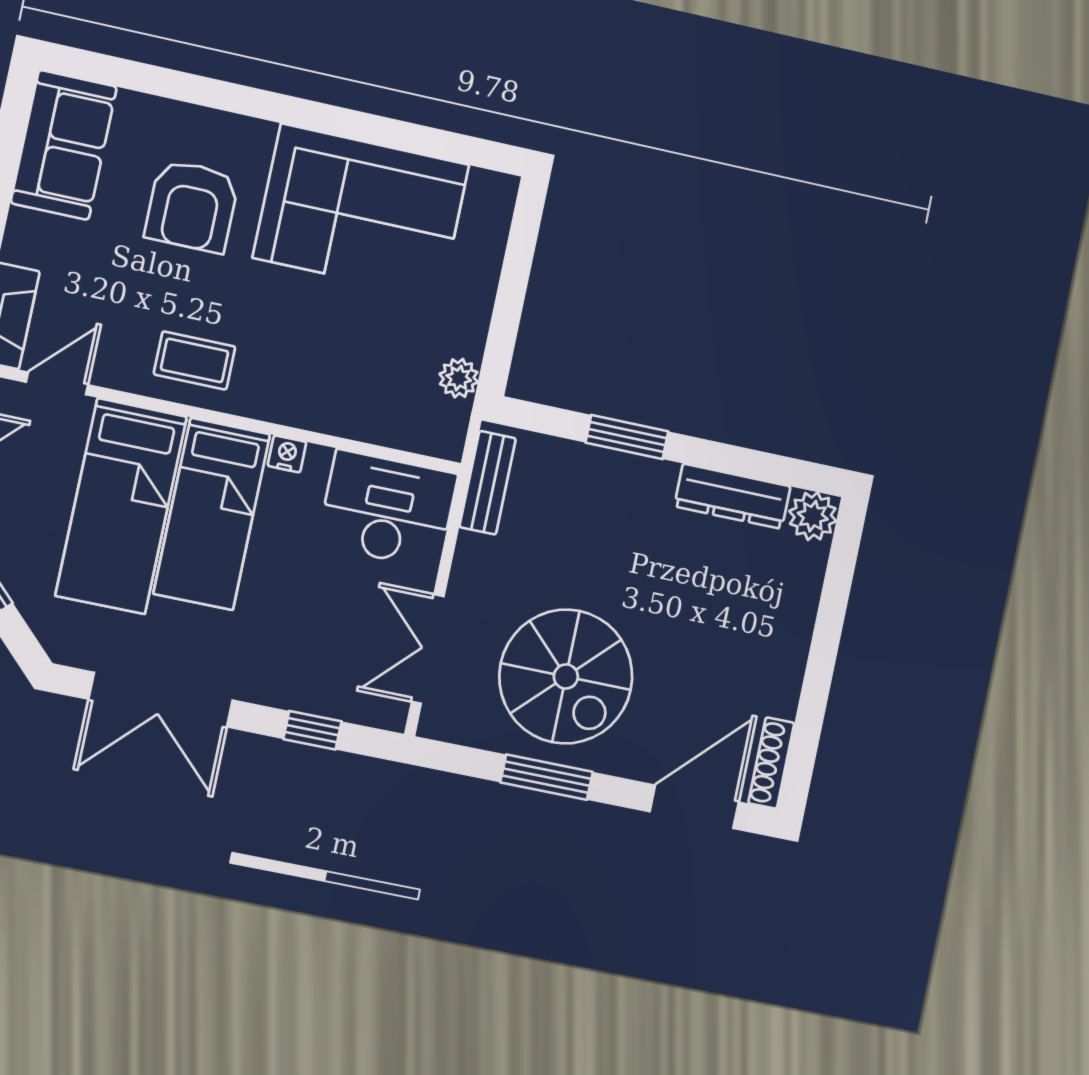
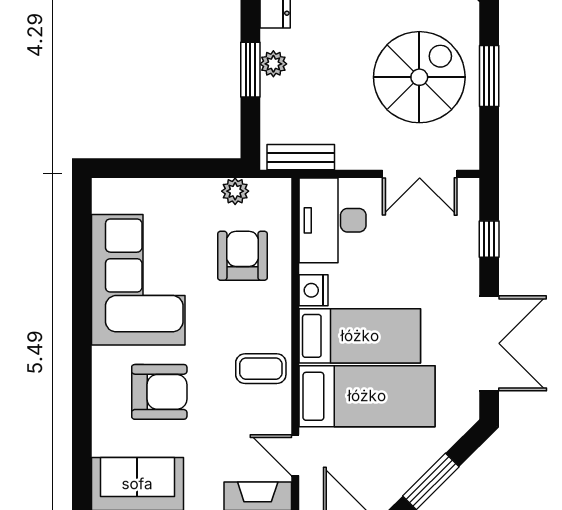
coffee table: (195, 360) -> (261, 369), turned 90
armchair: (364, 369) -> (242, 256), added
nightstand: (287, 454) -> (313, 290), width x1.39, depth x1.35
plant: (629, 472) -> (273, 64), added

